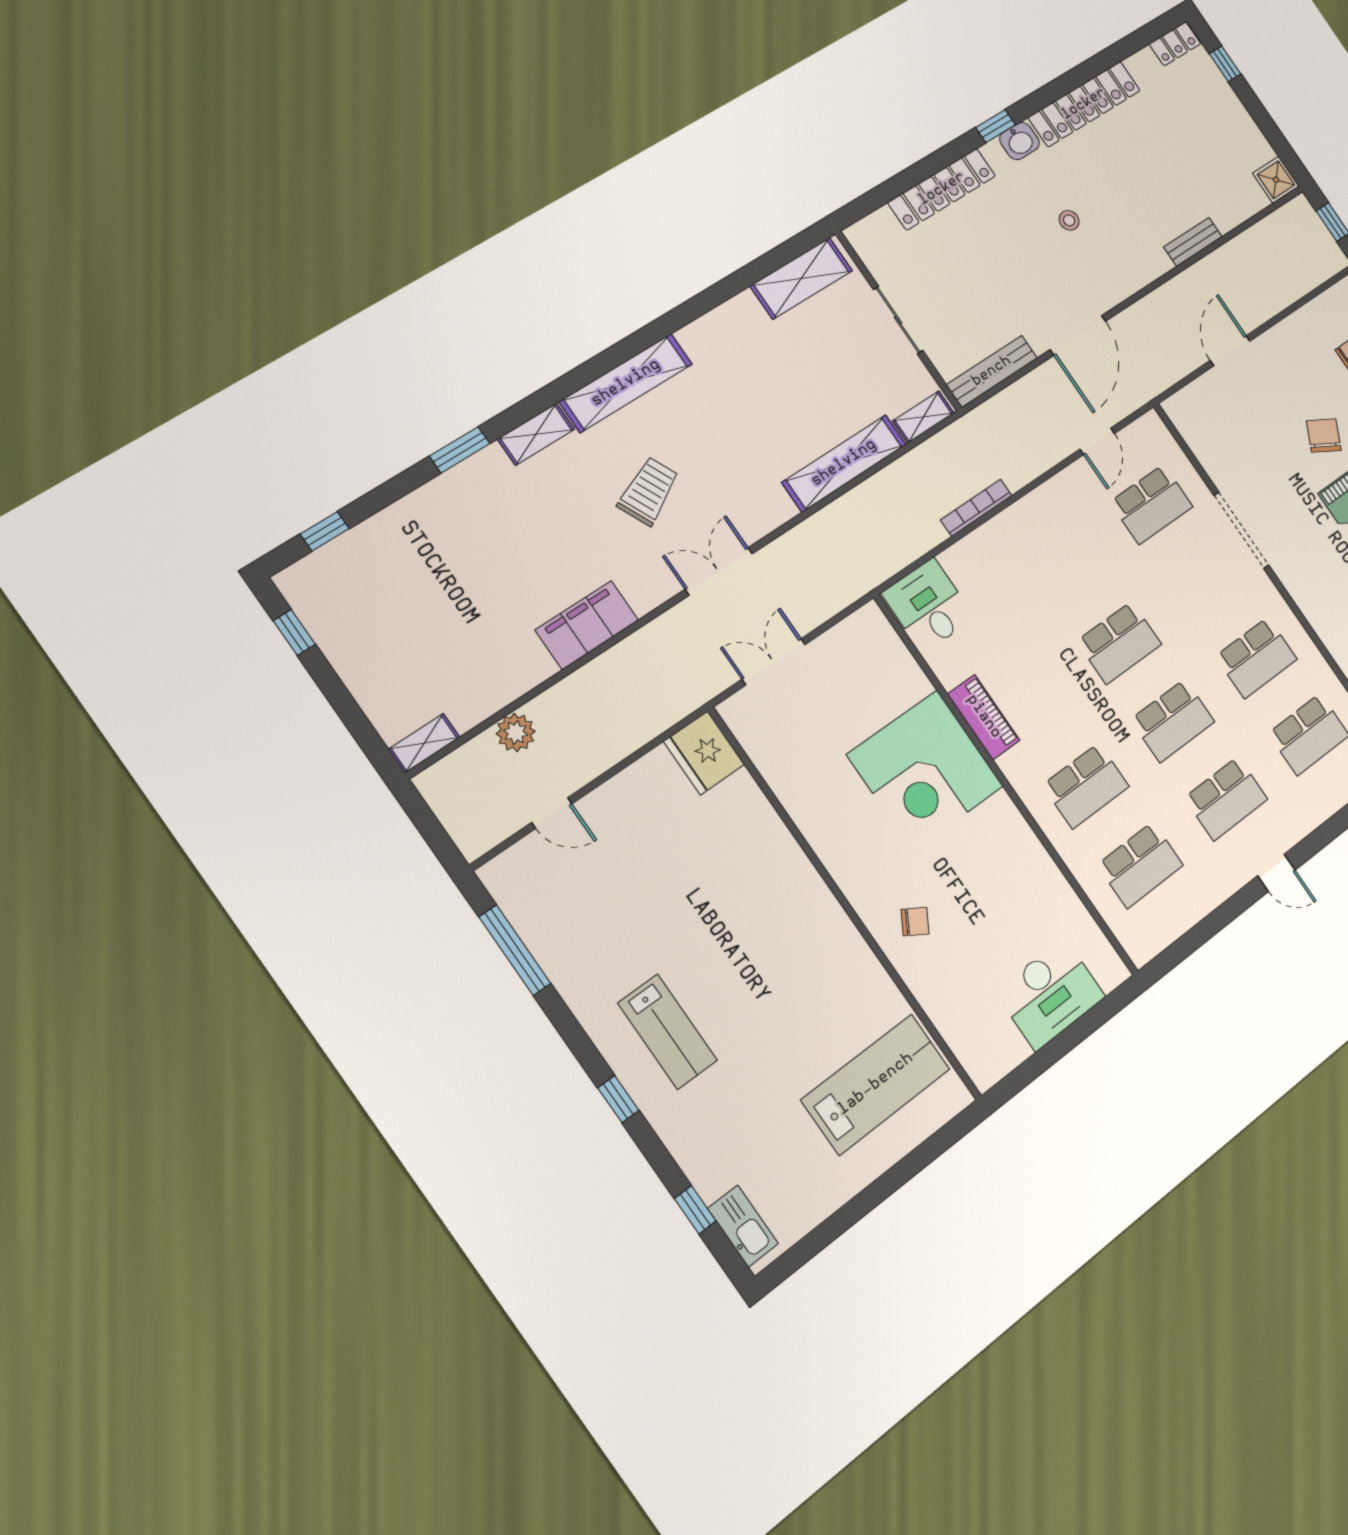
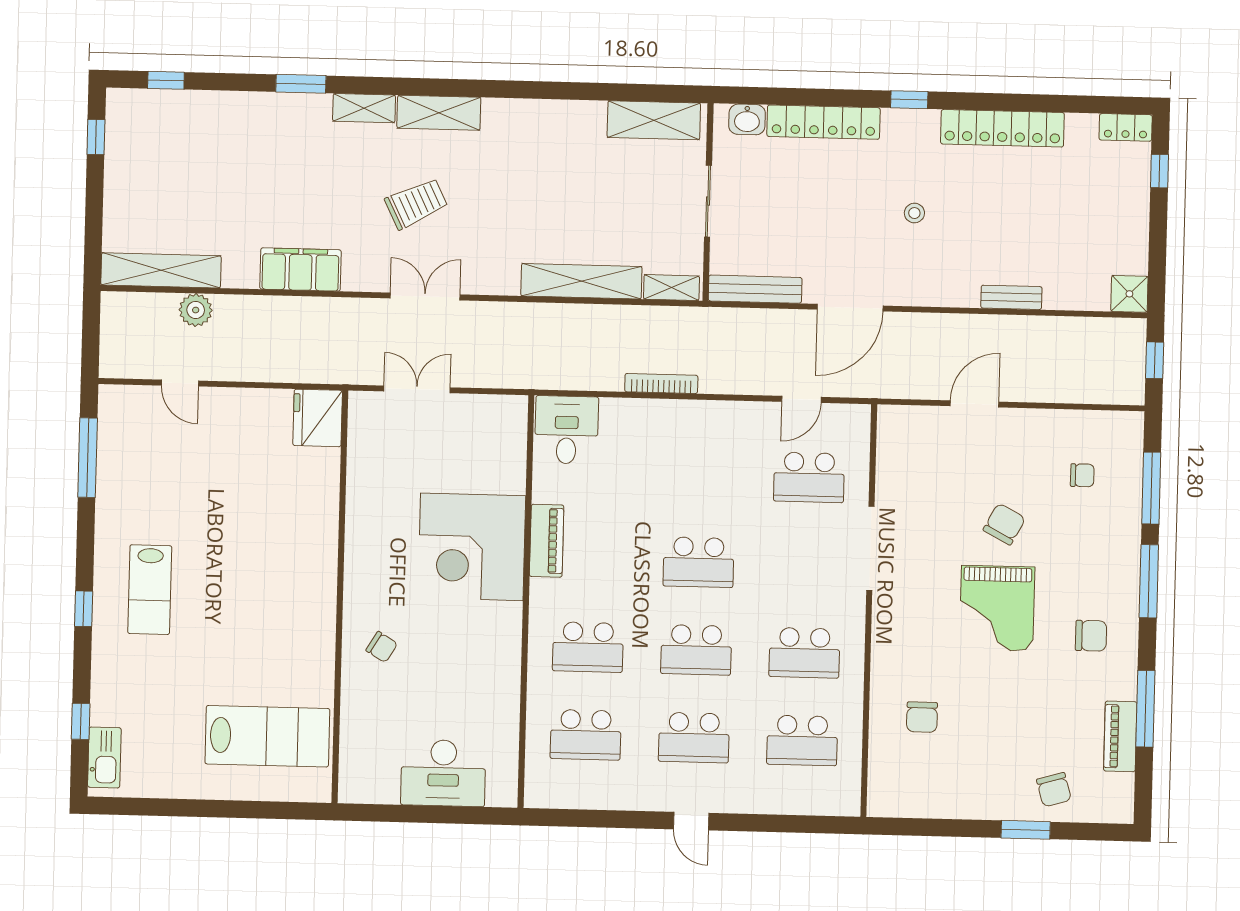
washbasin: (1019, 141) -> (747, 119), moved
shelving: (626, 383) -> (439, 113), width x0.68
shelving: (424, 743) -> (161, 270), width x2.20, depth x1.33

